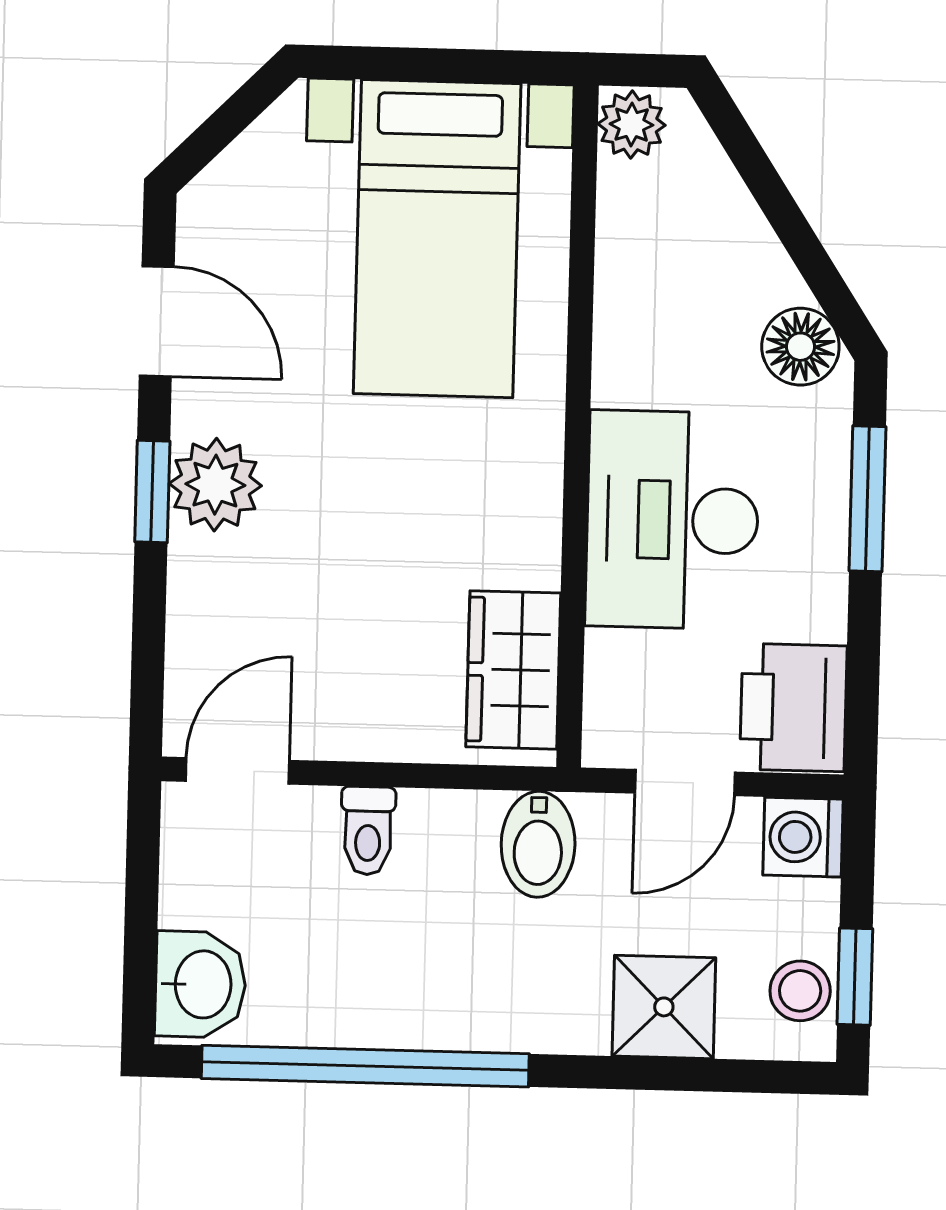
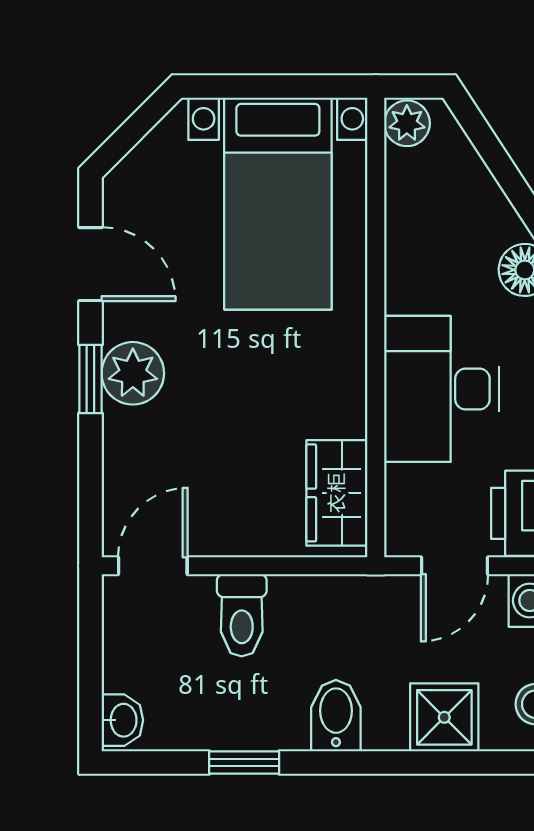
toilet: (368, 831) -> (242, 615), width x1.37, depth x1.39
bidet: (538, 844) -> (336, 716), moved, turned 180
washbasin: (200, 984) -> (122, 720), width x0.72, depth x0.69
window: (365, 1066) -> (244, 763), width x0.32

